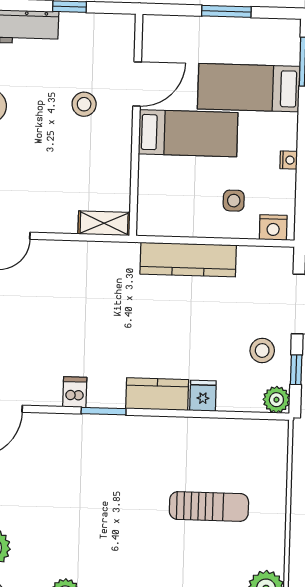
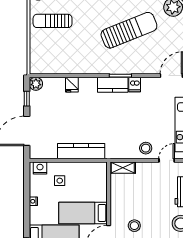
stool: (262, 350) -> (146, 148), moved
kitchen counter: (157, 394) -> (113, 85), moved
sun lounger: (83, 503) -> (129, 30), added
sun lounger: (209, 507) -> (53, 21), moved

